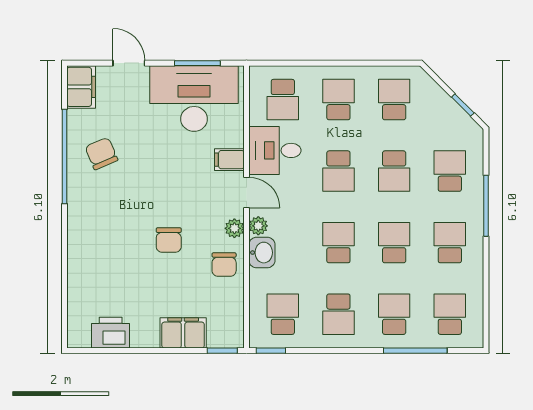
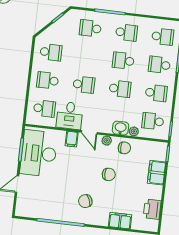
filing cabinet: (81, 87) -> (120, 221), moved
school desk: (394, 100) -> (51, 52), turned 180
chair: (101, 154) -> (85, 201), moved
school desk: (394, 171) -> (87, 56), removed
door: (247, 193) -> (89, 132), swing flipped
plant: (258, 226) -> (134, 131), moved
school desk: (338, 243) -> (120, 89), turned 180
school desk: (450, 243) -> (126, 32), turned 180
school desk: (450, 314) -> (163, 37), turned 180

